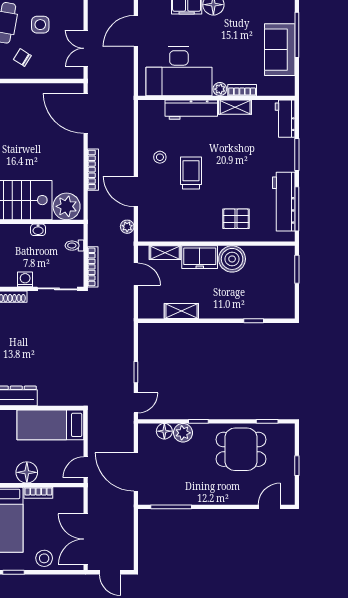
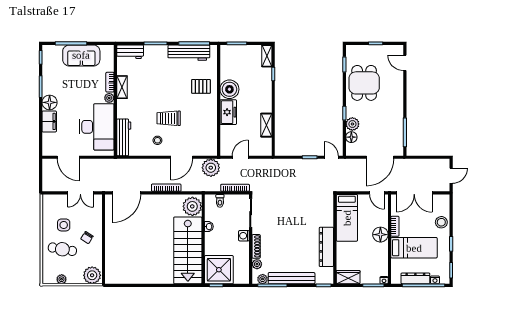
workbench: (191, 110) -> (124, 137), moved
pallet: (236, 219) -> (201, 86), turned 90
plant: (127, 227) -> (211, 168), width x1.87, depth x1.87
shelving: (165, 253) -> (267, 56), moved
double door: (86, 539) -> (414, 193), moved

